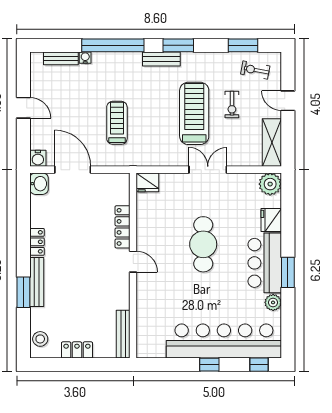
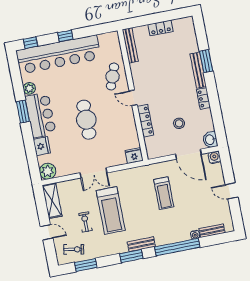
cafe table: (156, 296) -> (112, 76), added
stool: (40, 339) -> (179, 123), moved

